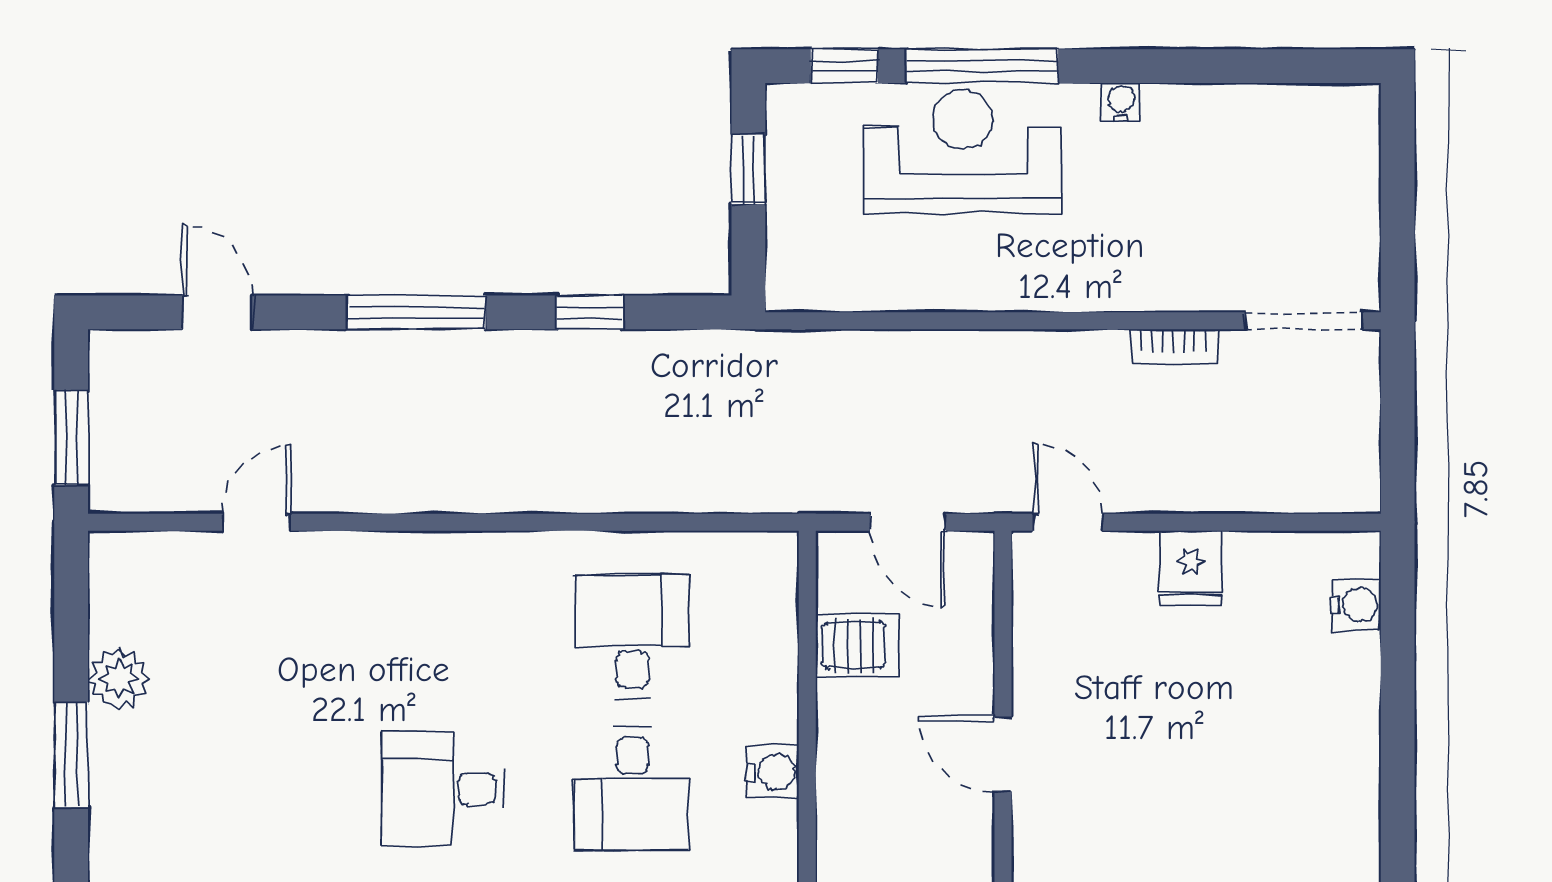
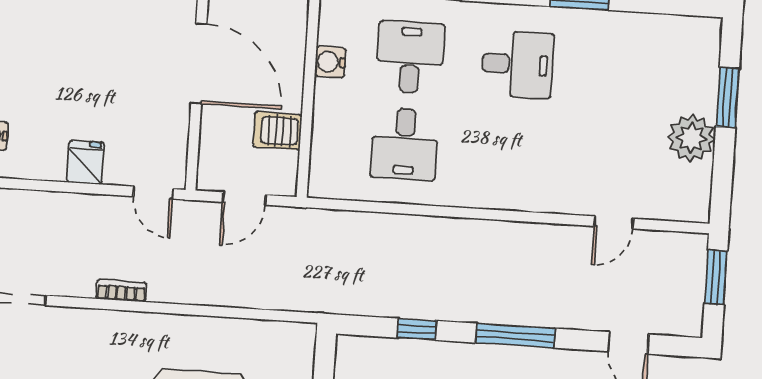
bookcase: (1174, 347) -> (121, 291), moved
door: (908, 522) -> (244, 198), swing flipped
plant: (119, 679) -> (691, 138), width x1.36, depth x1.36
door: (1003, 754) -> (199, 63), width x1.88

